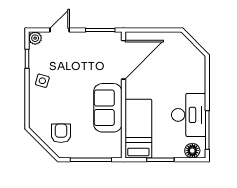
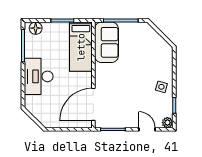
door: (60, 30) -> (147, 129), swing flipped
sofa: (108, 108) -> (106, 42), moved
desk: (189, 115) -> (39, 76), moved
armchair: (61, 133) -> (146, 43), removed

